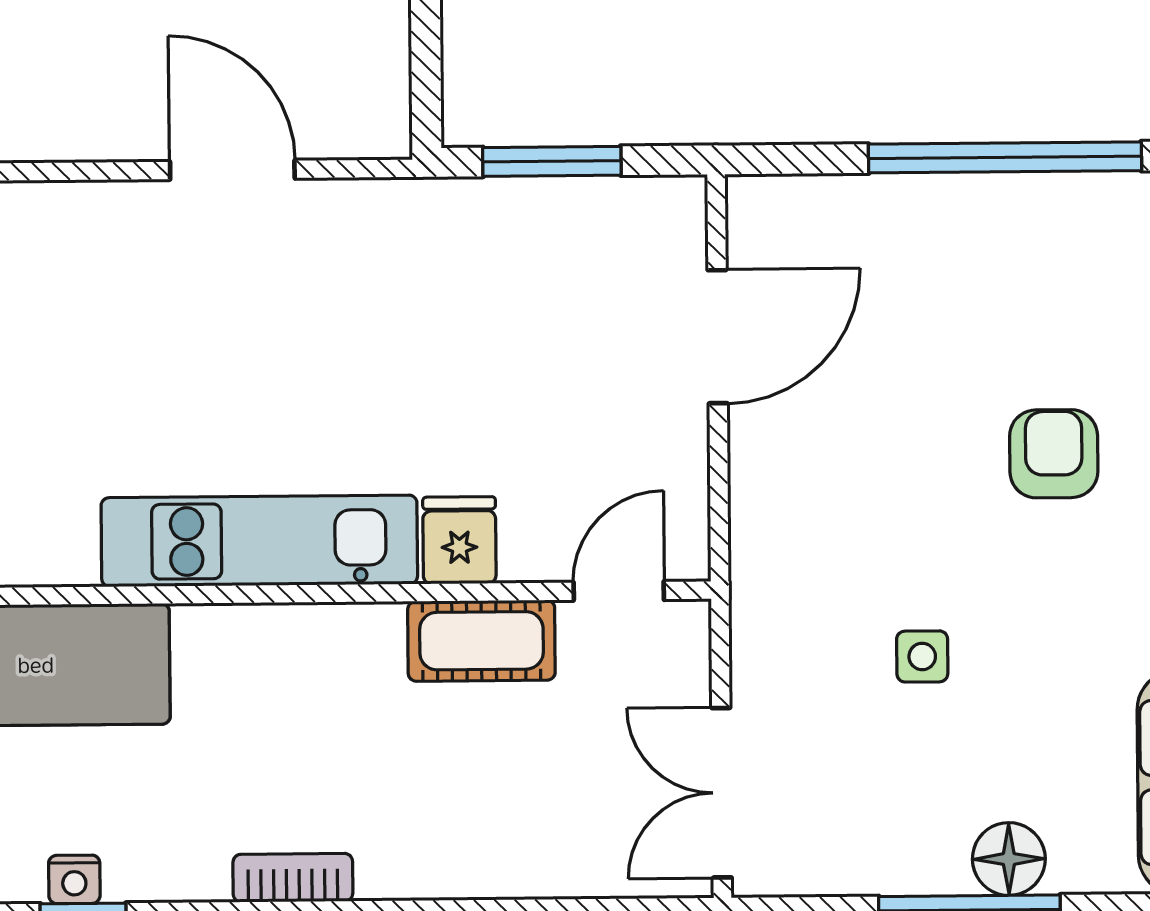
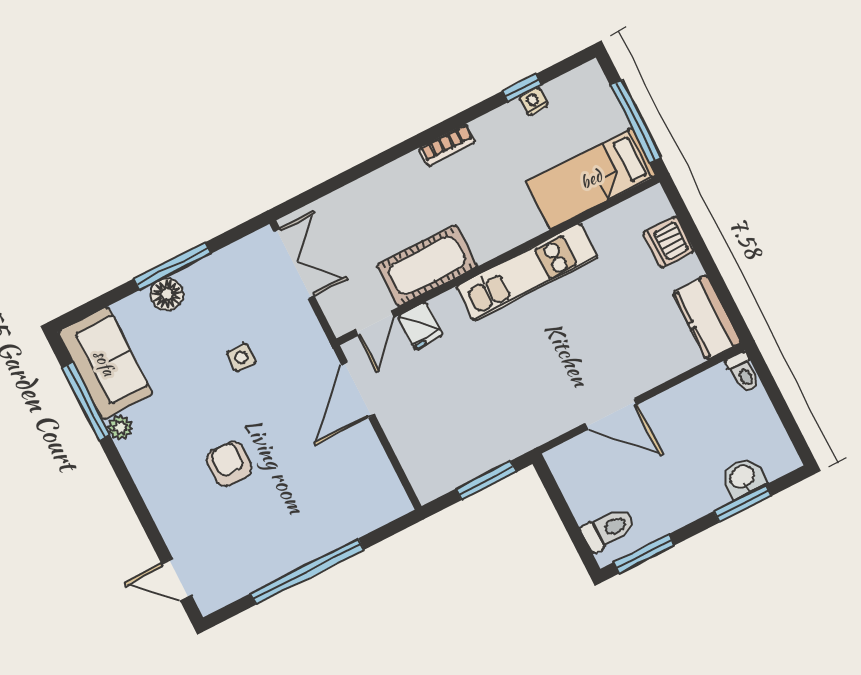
door: (718, 337) -> (358, 390), moved
armchair: (1054, 454) -> (229, 464), turned 180
fridge: (459, 540) -> (421, 326), moved
cot: (481, 641) -> (427, 266), width x1.37, depth x1.34

